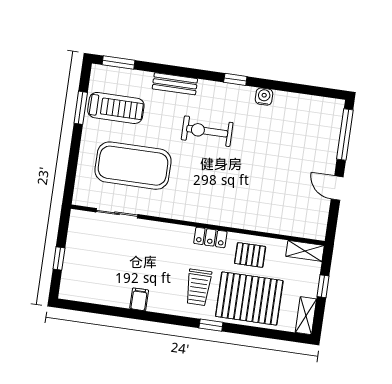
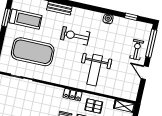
window: (235, 79) -> (131, 17), moved
exercise bike: (320, 148) -> (137, 50), added
weight bench: (247, 190) -> (95, 70), added

